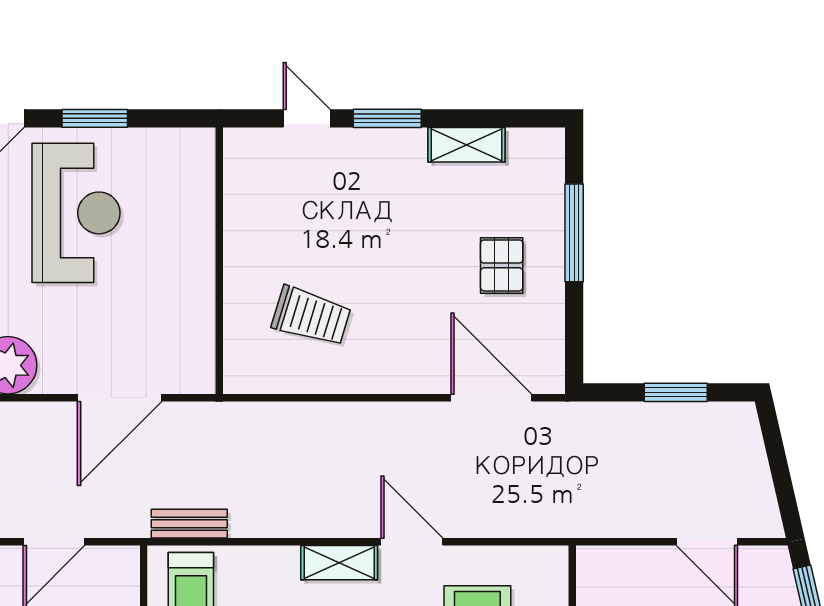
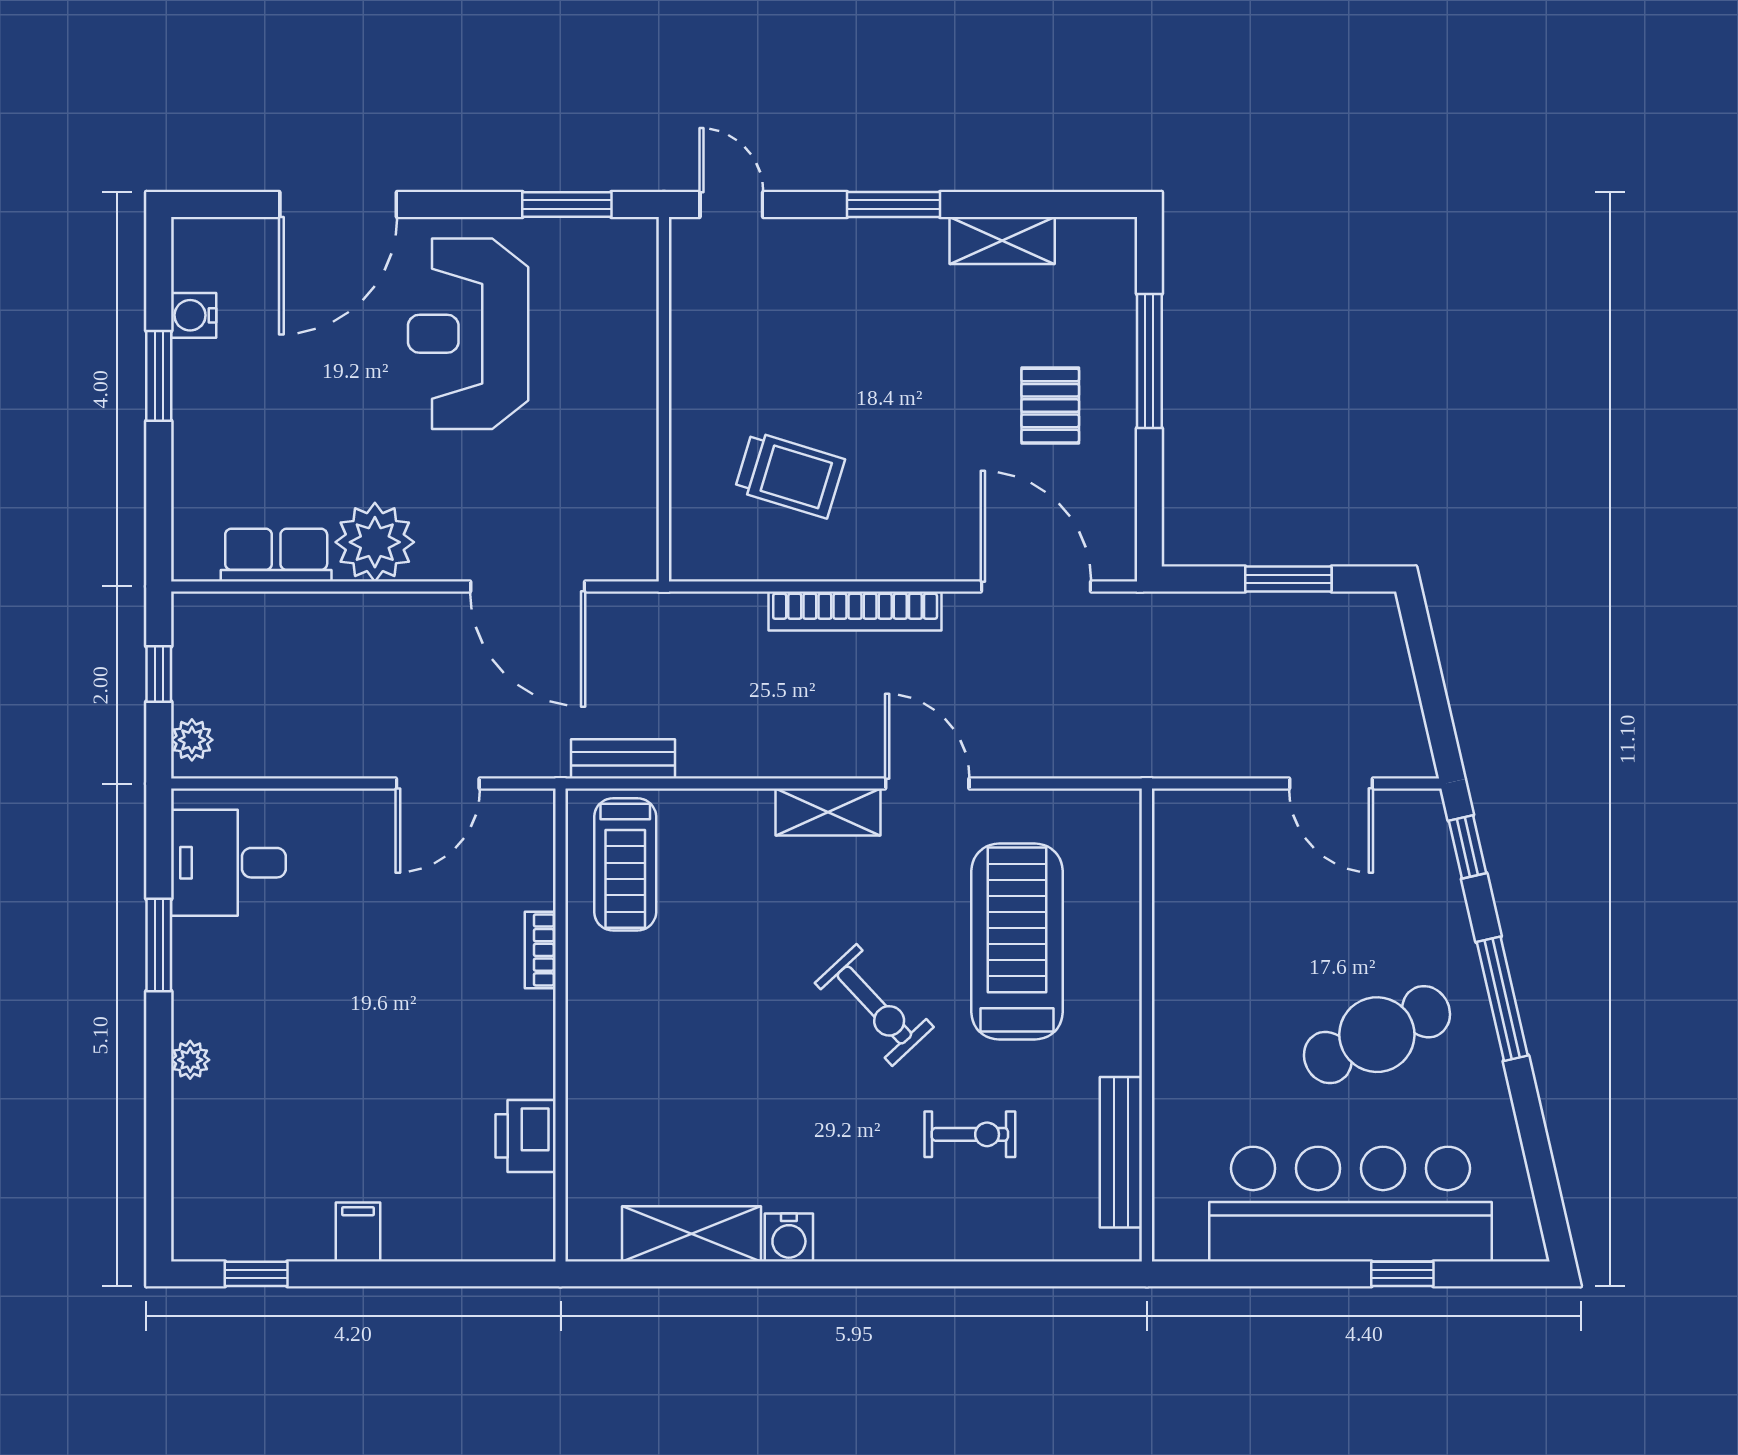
window: (95, 118) -> (567, 205), moved
door: (307, 118) -> (731, 205), moved
reception desk: (76, 213) -> (468, 334), turned 180
door: (120, 398) -> (528, 586), hinge flipped
bookcase: (359, 416) -> (855, 611), added

